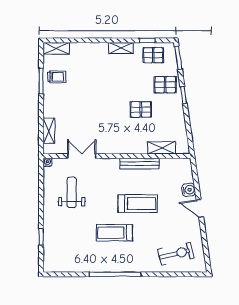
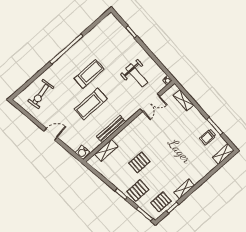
water cooler: (189, 190) -> (82, 152), moved

